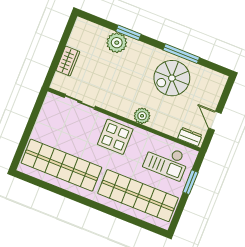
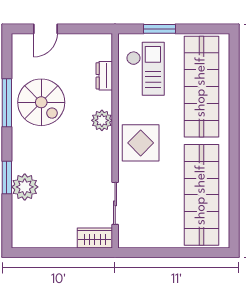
wardrobe: (68, 61) -> (95, 238), moved
door: (215, 121) -> (45, 29), moved
dresser: (190, 137) -> (104, 76), moved

